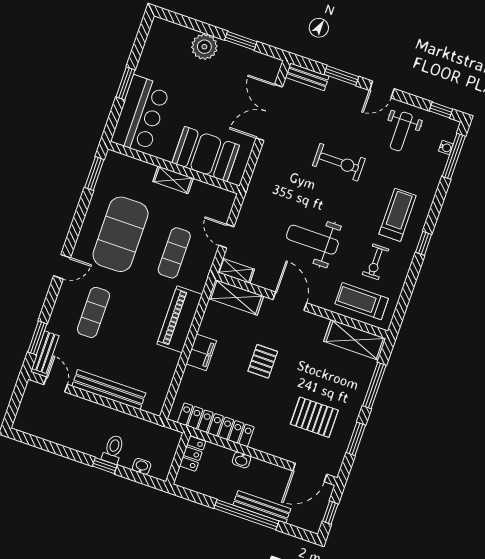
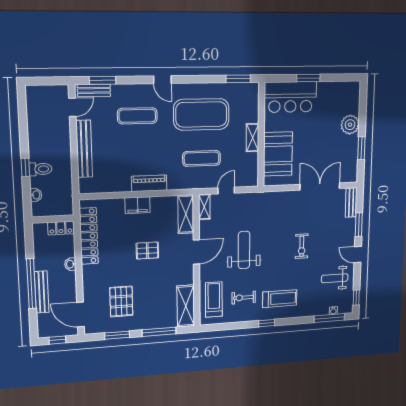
exercise bike: (339, 162) -> (302, 246), width x0.73, depth x0.72
piano: (180, 319) -> (149, 183), width x0.73, depth x0.75

